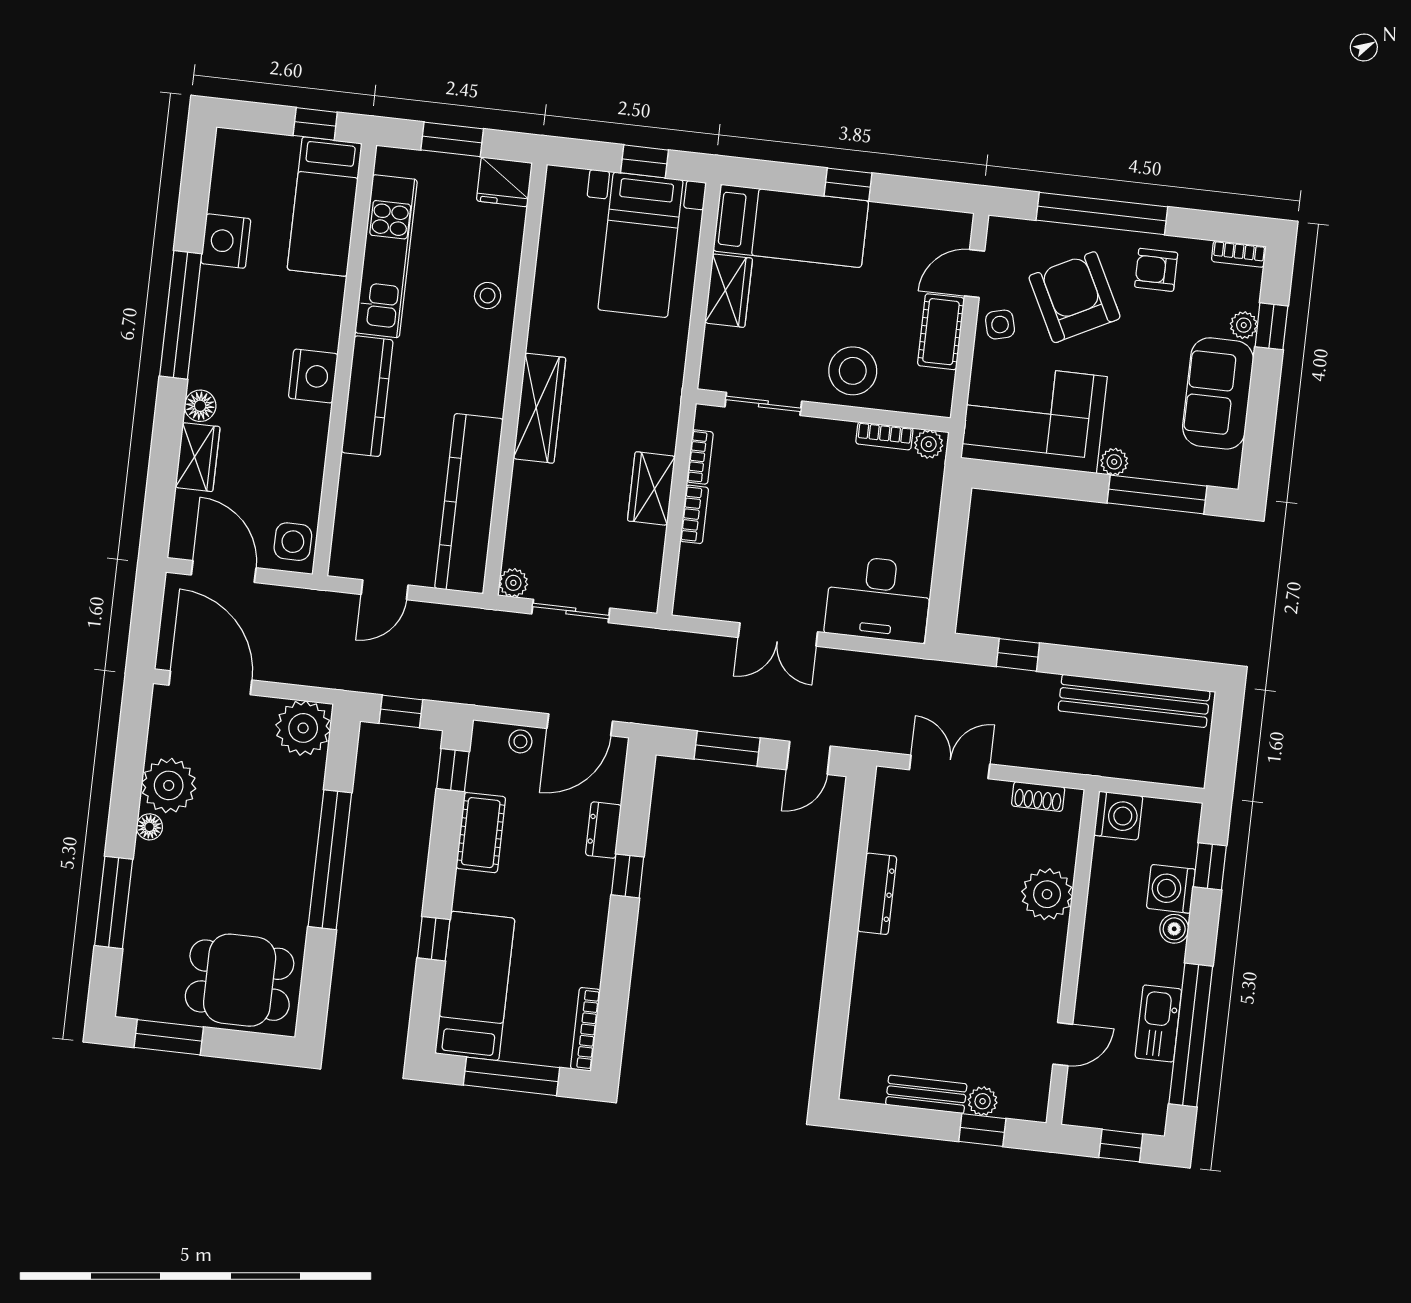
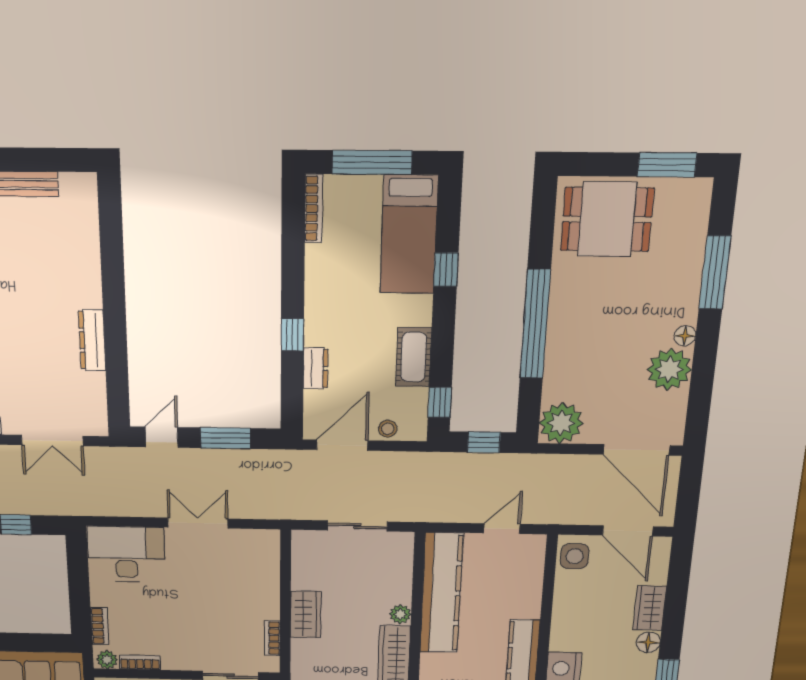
bookcase: (694, 514) -> (100, 626), moved, turned 180
plant: (513, 583) -> (400, 614), moved

